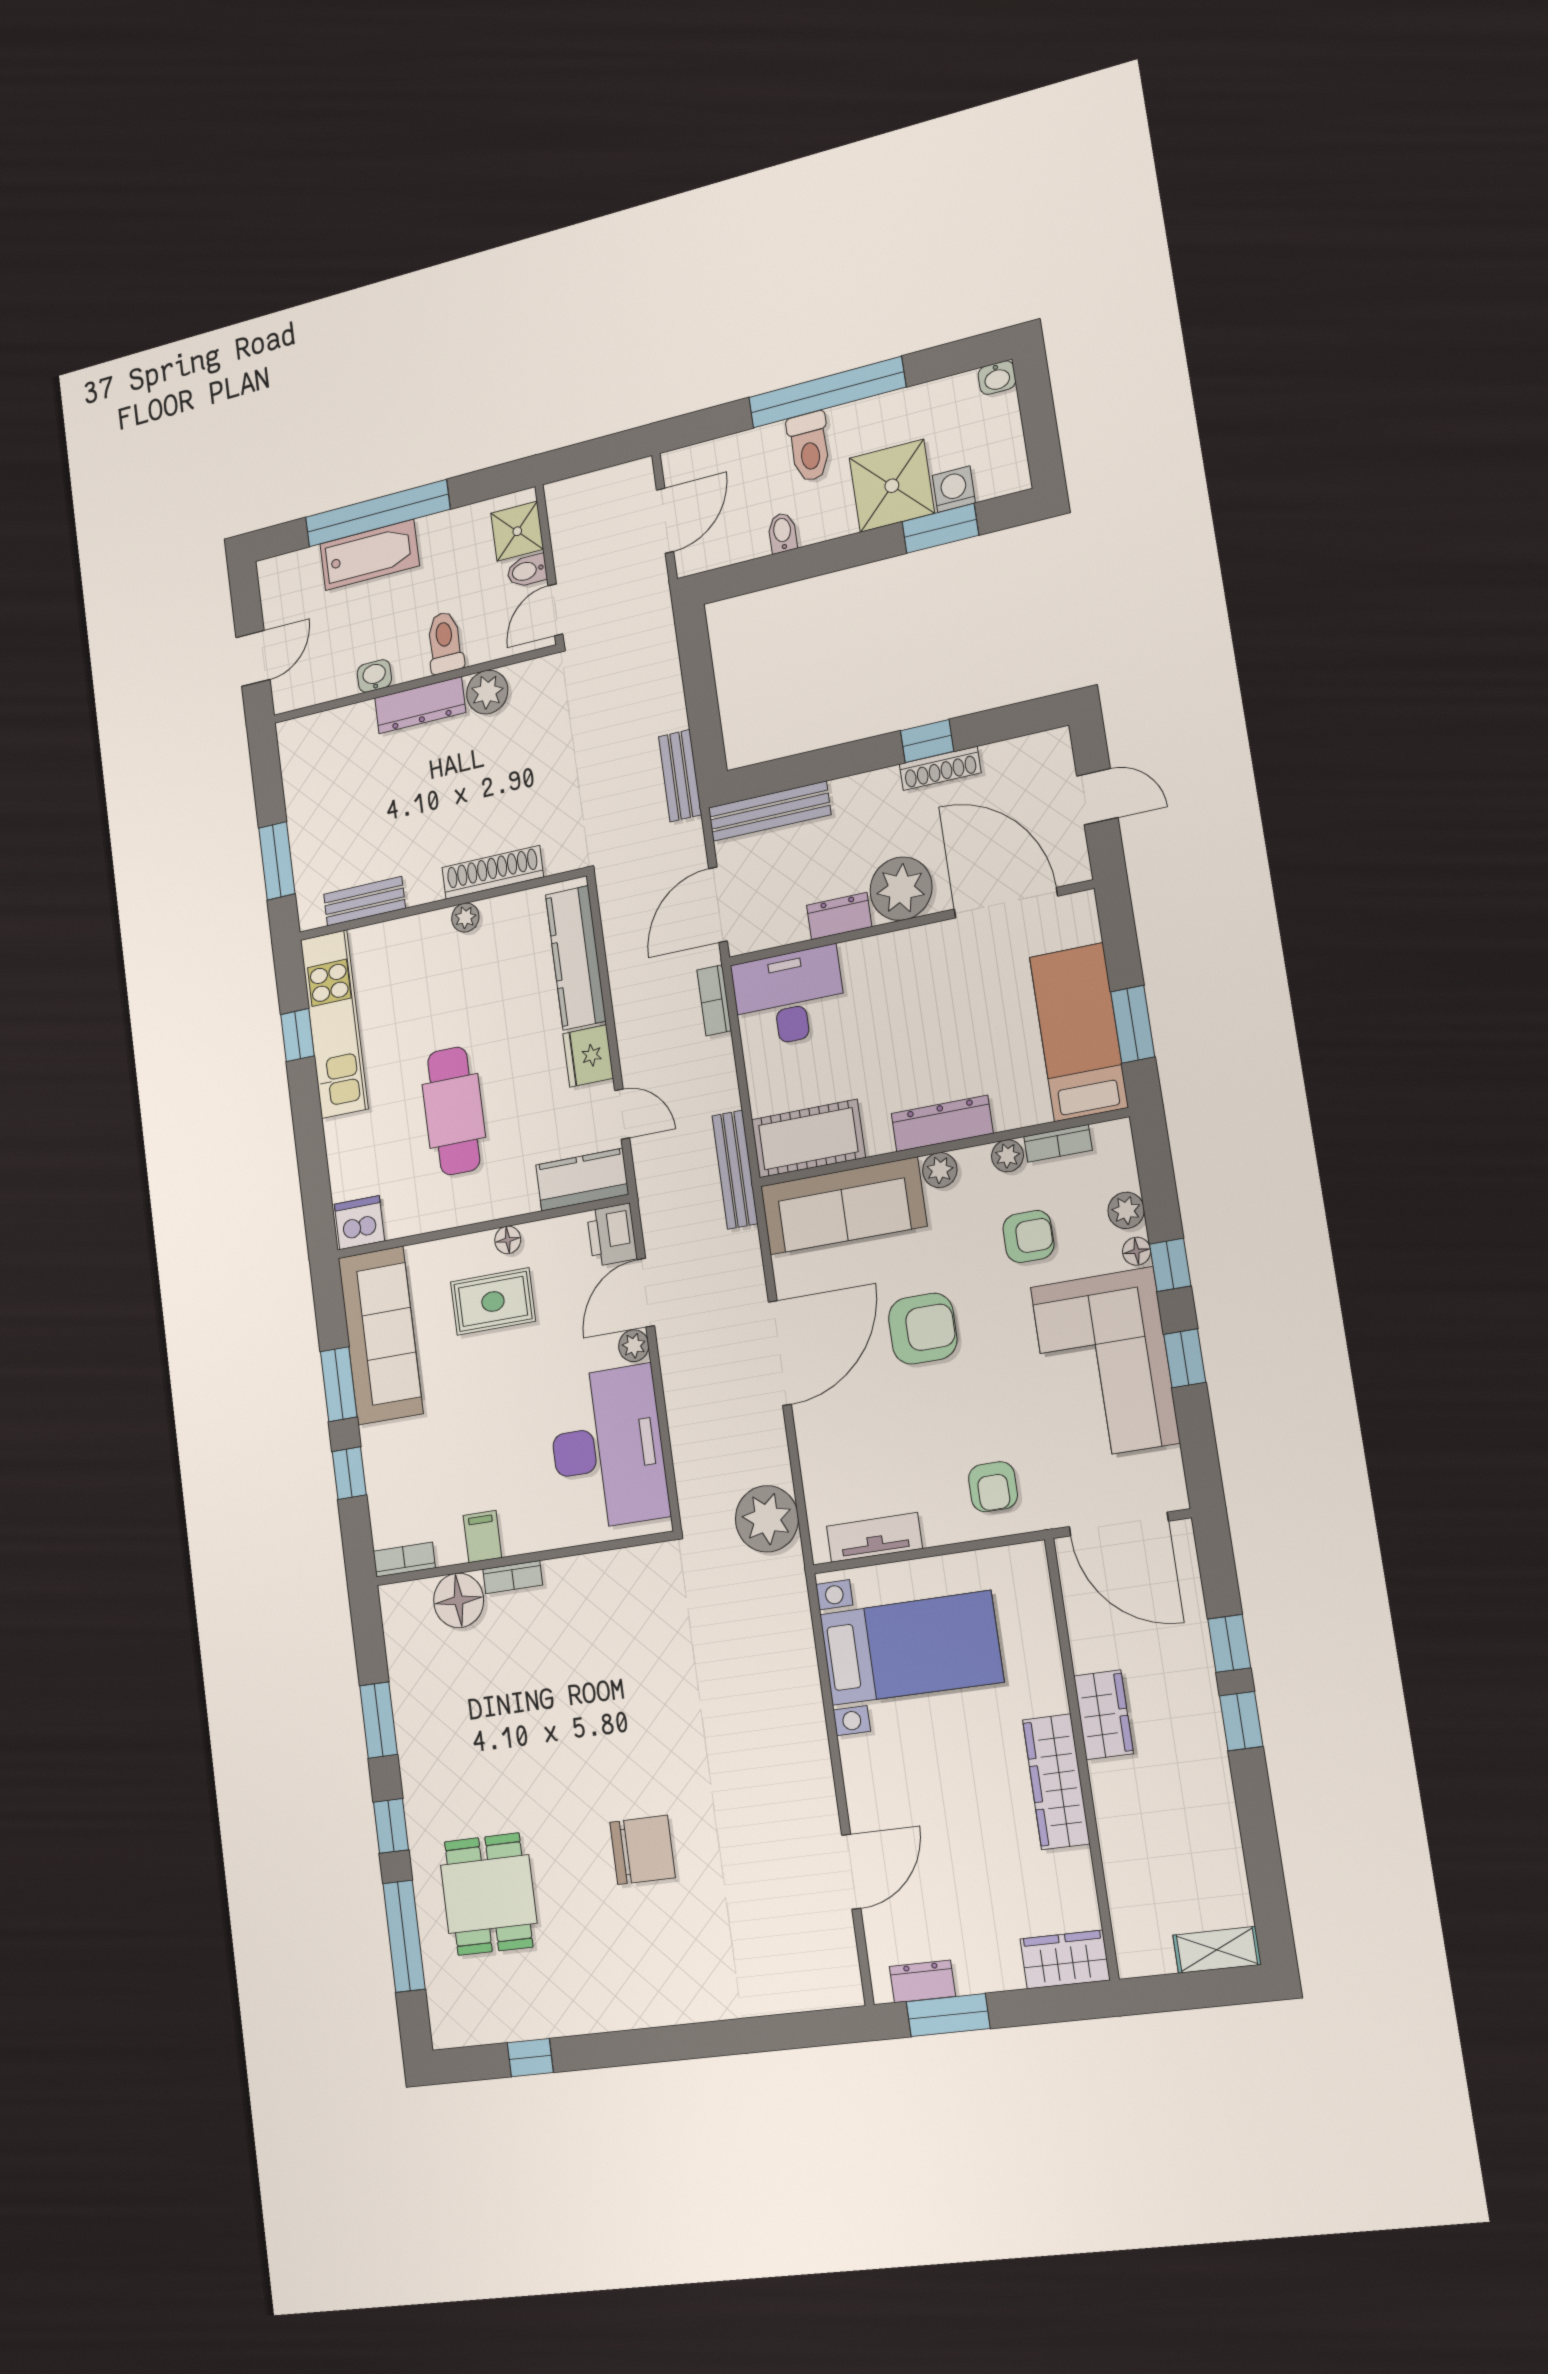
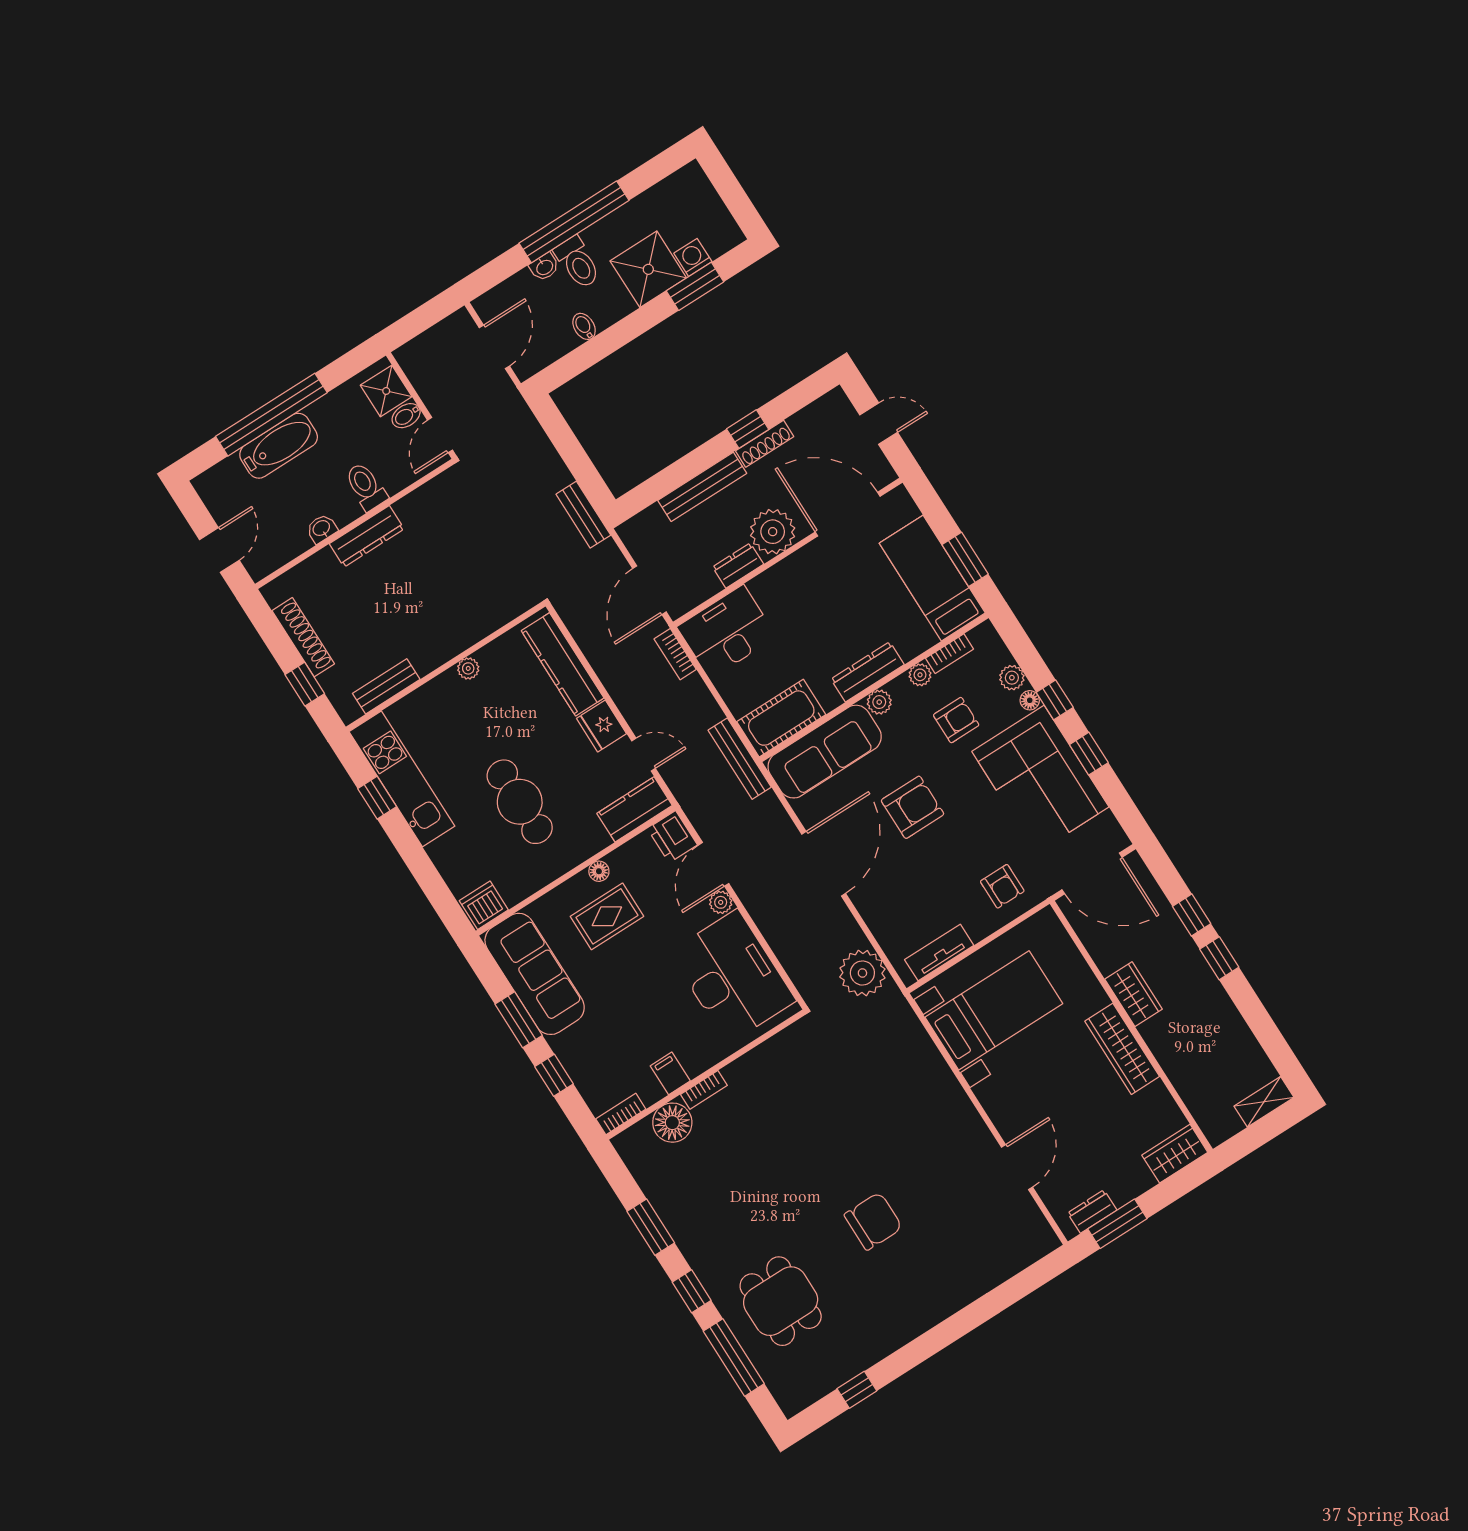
washbasin: (997, 378) -> (544, 267), moved
plant: (487, 692) -> (414, 509), removed
bench: (769, 811) -> (702, 487), moved
window: (277, 861) -> (305, 684), width x0.67
shoe rack: (493, 872) -> (303, 637), moved, turned 90

